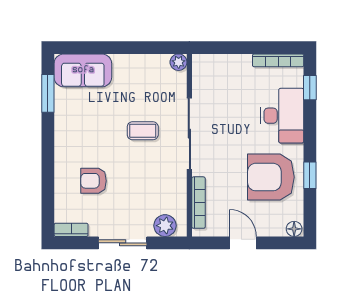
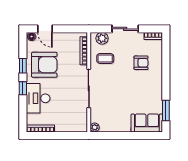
window: (310, 88) -> (23, 88), moved
coffee table: (143, 131) -> (105, 59), moved
door: (243, 243) -> (45, 29), moved

